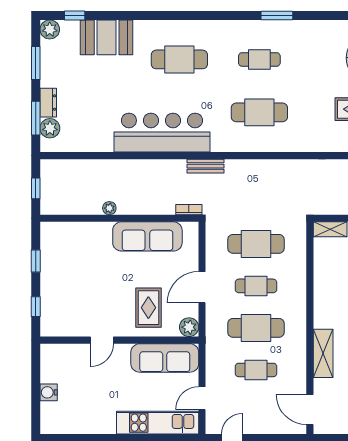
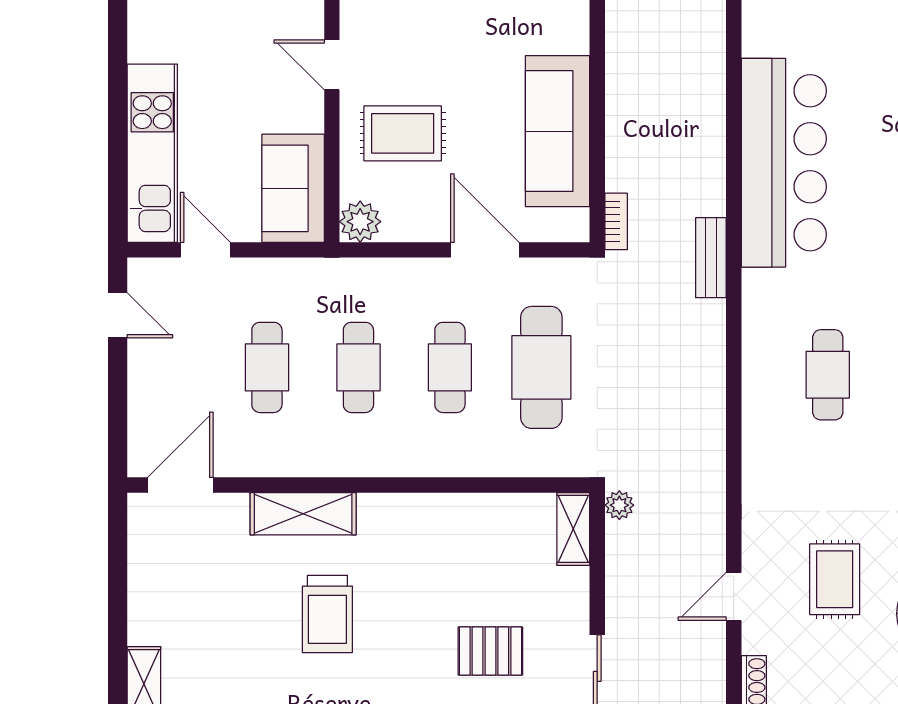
cafe table: (259, 112) -> (828, 375), width x0.73, depth x0.74
plant: (109, 208) -> (619, 505), moved
door: (202, 287) -> (485, 250), moved
cafe table: (256, 328) -> (358, 367), width x0.73, depth x0.74
door: (102, 340) -> (332, 65), moved
sofa: (165, 358) -> (293, 188), width x0.73

